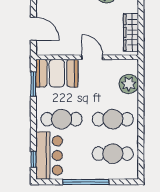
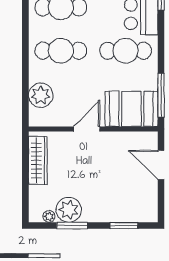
door: (92, 57) -> (87, 129), swing flipped
window: (33, 84) -> (161, 95), width x1.44

